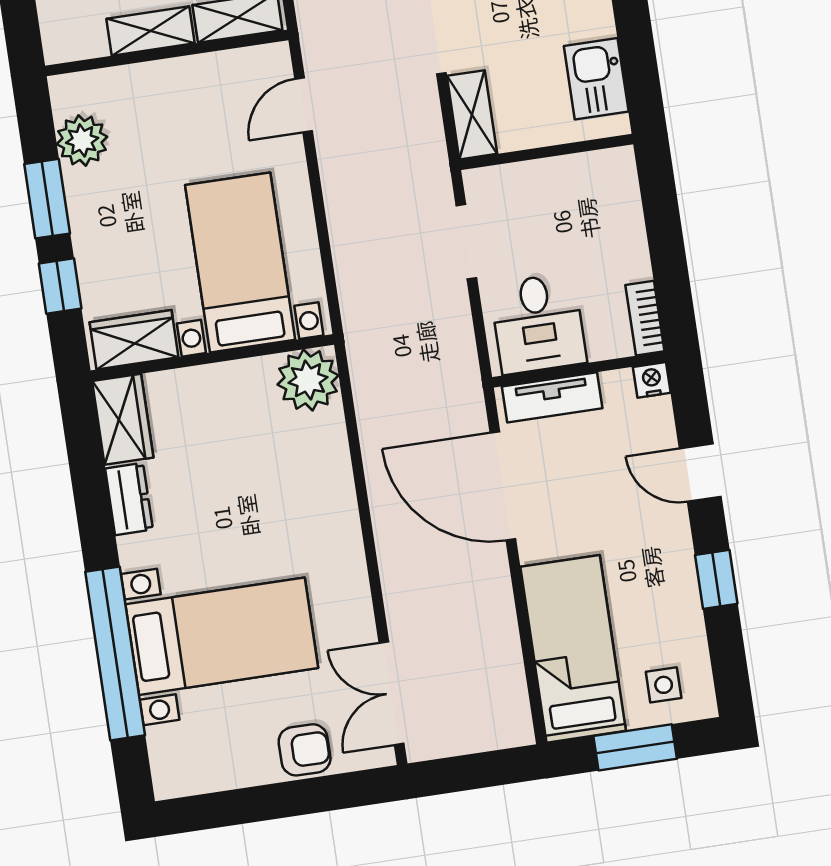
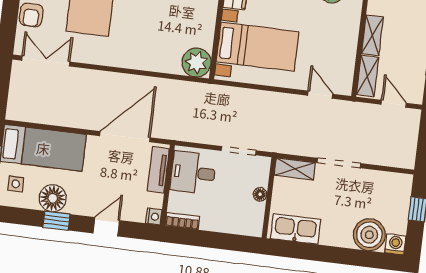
kitchen sink: (596, 79) -> (296, 229), width x1.38
floor lamp: (545, 172) -> (260, 194), added
floor lamp: (672, 600) -> (53, 198), added

